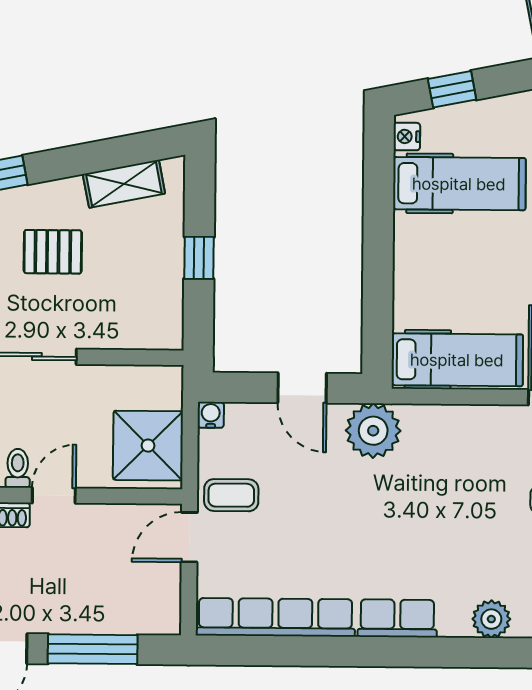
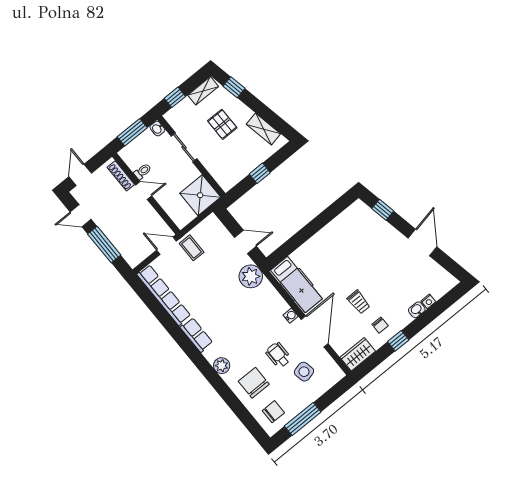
nightstand: (407, 137) -> (355, 208), removed
hospital bed: (459, 184) -> (354, 238), removed
door: (302, 388) -> (245, 242), swing flipped
water cooler: (211, 415) -> (291, 316), moved
shower: (148, 446) -> (200, 195), moved

